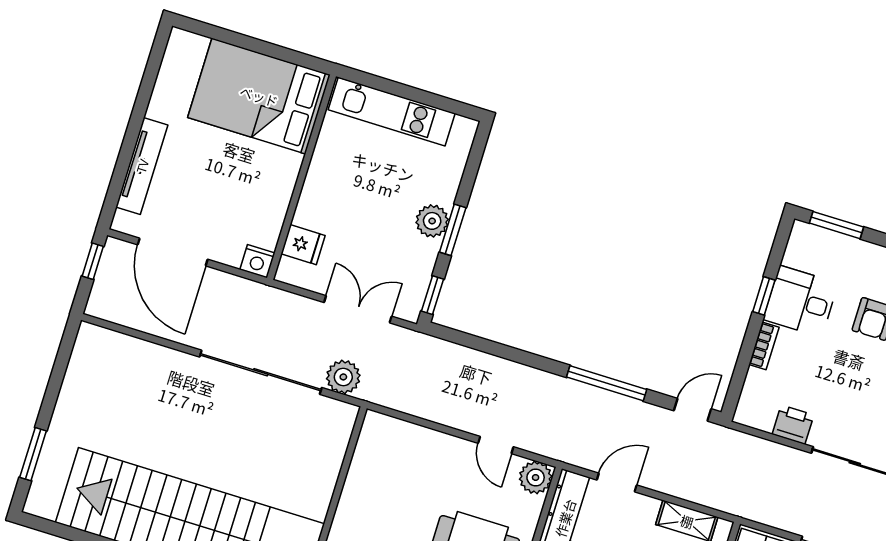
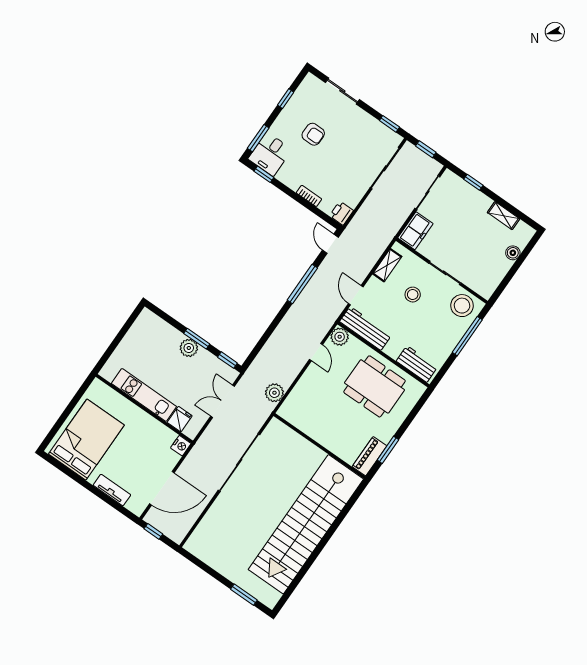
bed: (259, 96) -> (86, 440), moved, turned 180
kitchen unit: (392, 112) -> (144, 395), moved, turned -90
tv unit: (142, 166) -> (112, 490), width x0.71
window: (764, 296) -> (264, 174), moved
desk: (801, 301) -> (270, 154), moved
plant: (343, 377) -> (274, 393), moved
printer: (793, 425) -> (341, 213), moved
door: (496, 445) -> (316, 352), hinge flipped

